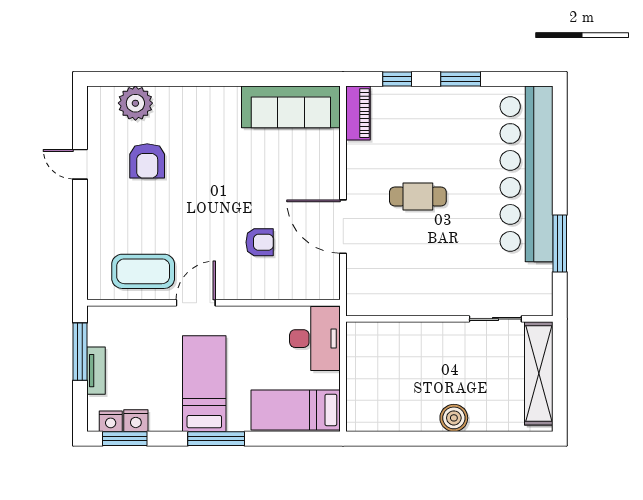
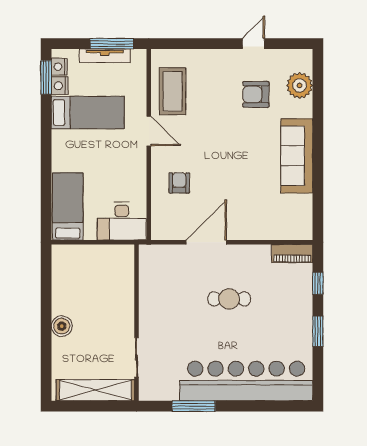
sofa: (291, 107) -> (297, 156), moved
cafe table: (418, 197) -> (229, 299), turned 90
armchair: (260, 242) -> (179, 183), moved, turned 180
tv unit: (96, 371) -> (105, 56), width x1.41
bed: (204, 384) -> (88, 113), moved
window: (216, 439) -> (46, 146), removed

